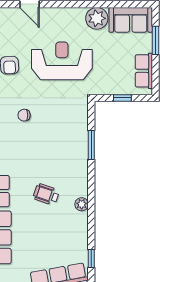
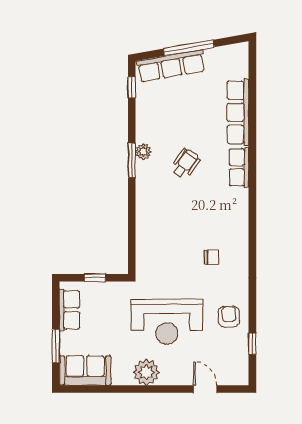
plant: (97, 18) -> (146, 372), moved
window: (91, 145) -> (132, 160), moved
wheelchair: (46, 194) -> (185, 163), turned -73

